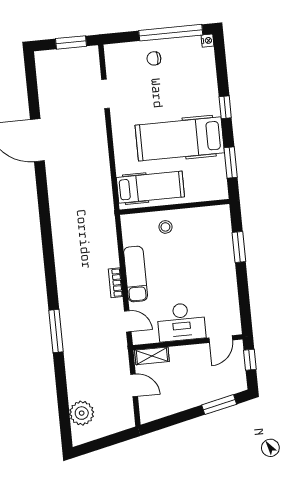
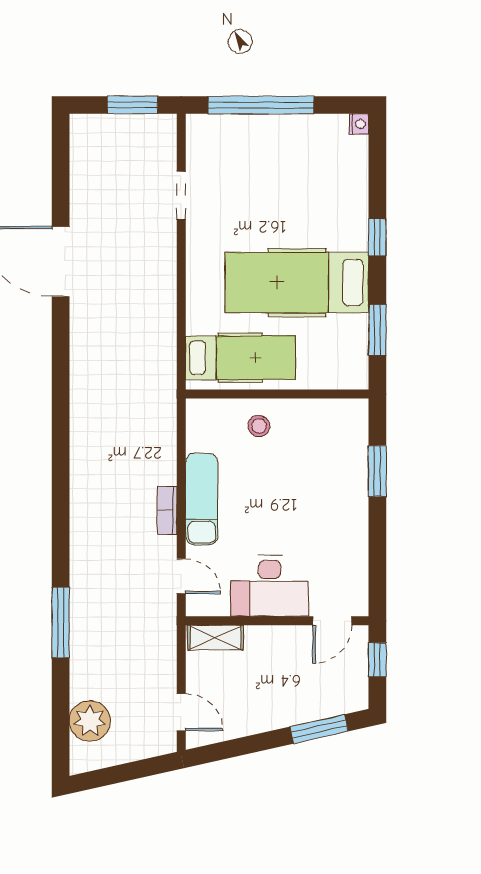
window: (171, 33) -> (261, 105), moved
chair: (154, 58) -> (267, 145), removed
window: (56, 331) -> (61, 623), moved
door: (134, 385) -> (181, 712), moved

